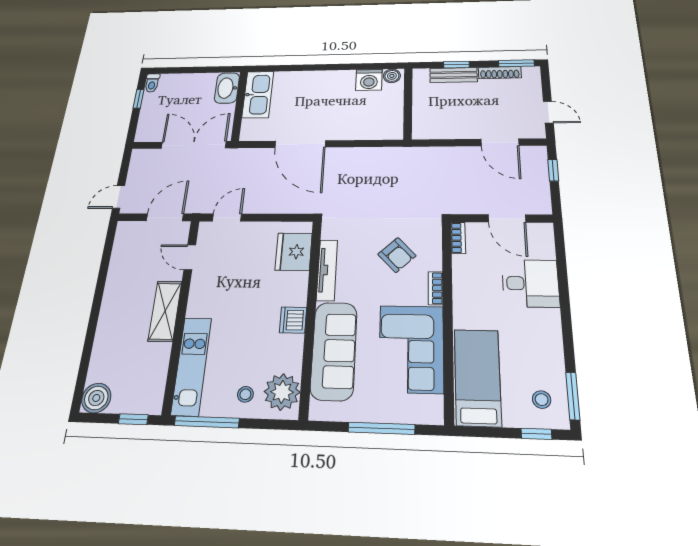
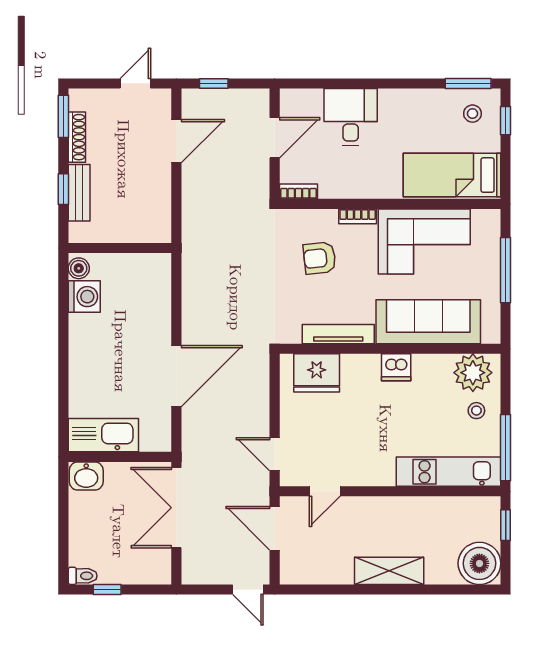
washbasin: (227, 88) -> (86, 476), width x0.72
armchair: (397, 255) -> (320, 258), turned -143
shelving: (165, 311) -> (389, 571), moved
boiler: (96, 398) -> (479, 563), width x1.37, depth x1.37

